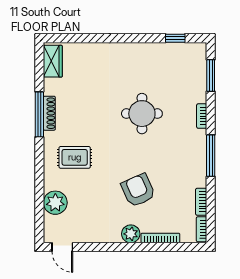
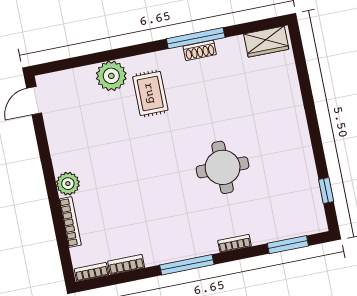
shoe rack: (49, 113) -> (200, 50), width x0.70
armchair: (138, 190) -> (125, 182), removed
plant: (55, 203) -> (111, 76), moved

